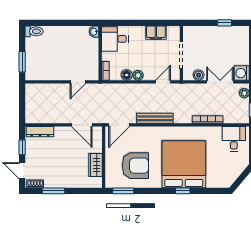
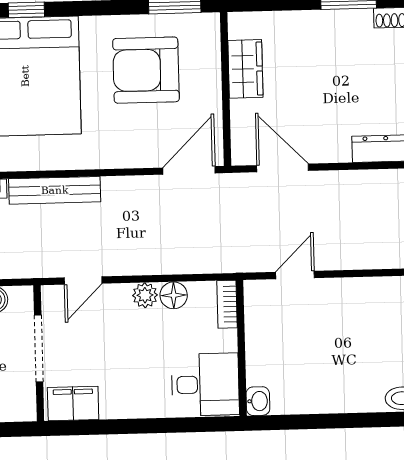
filing cabinet: (156, 33) -> (73, 404), moved
bench: (155, 118) -> (55, 190), moved

